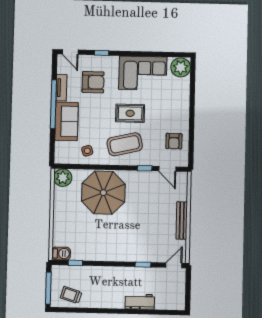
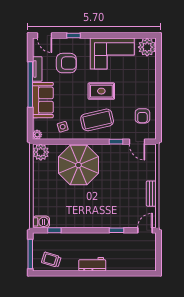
plant: (59, 159) -> (37, 135), added
bench: (182, 221) -> (151, 194), width x0.73
workbench: (140, 302) -> (92, 264), moved

